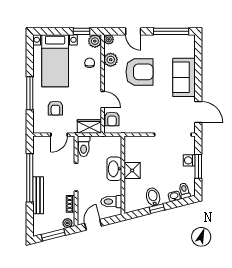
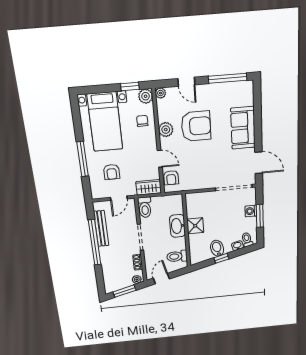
plant: (111, 60) -> (166, 130), moved
bench: (38, 195) -> (101, 229), moved

